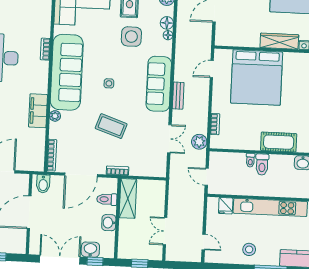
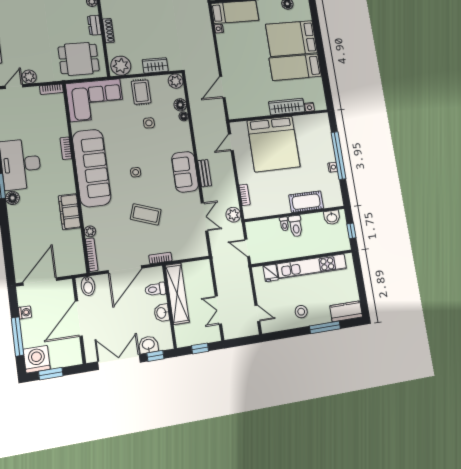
side table: (131, 37) -> (149, 123), width x0.54, depth x0.54
sofa: (159, 84) -> (185, 172), width x0.73
plant: (55, 116) -> (90, 231), moved
shelving: (128, 198) -> (177, 294), width x1.47

